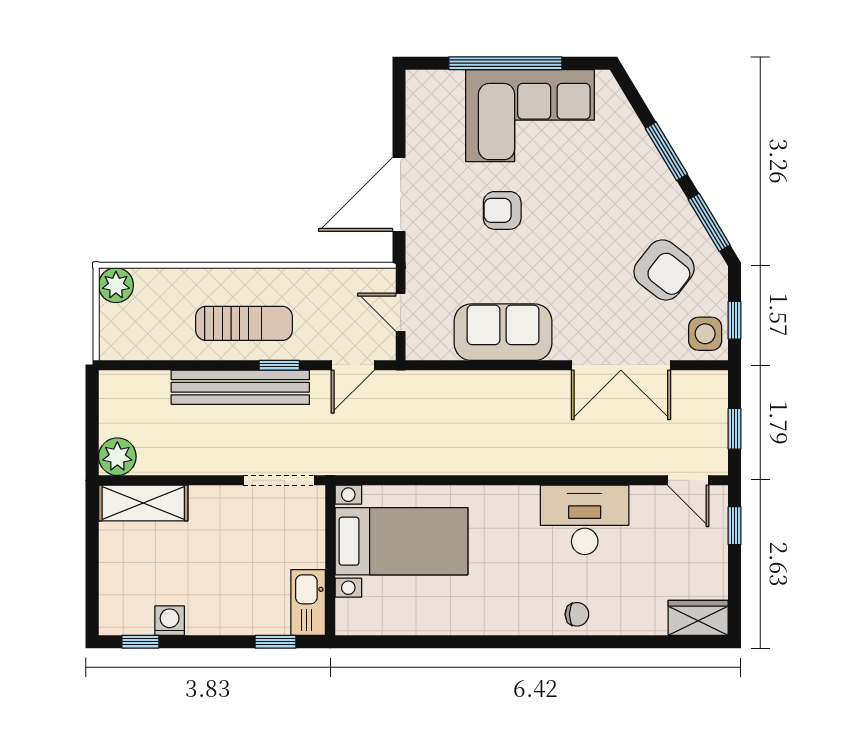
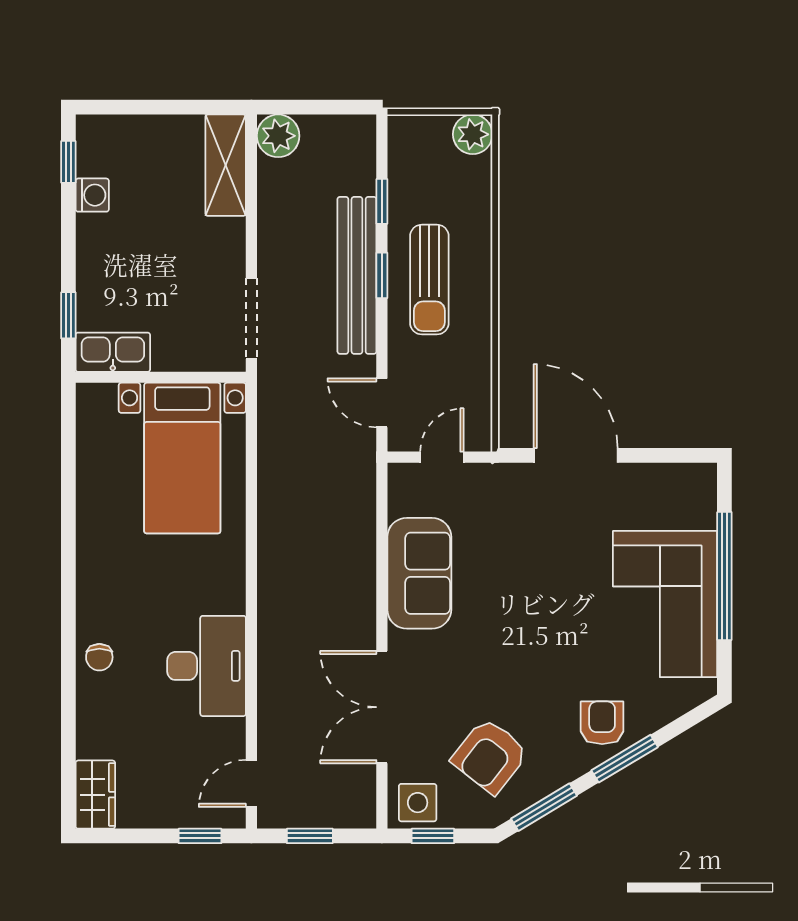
armchair: (502, 210) -> (602, 723), moved
window: (175, 365) -> (382, 201), added
window: (279, 365) -> (382, 275), moved

